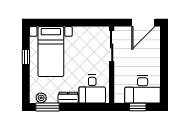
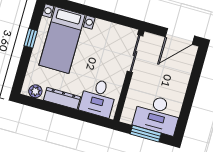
dresser: (68, 98) -> (62, 98), width x1.44
window: (48, 107) -> (40, 104), removed
window: (138, 107) -> (146, 134), width x1.50

